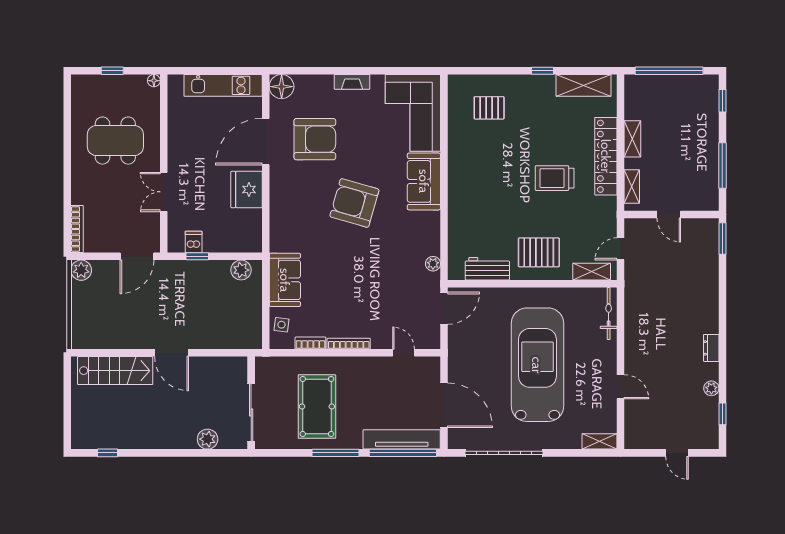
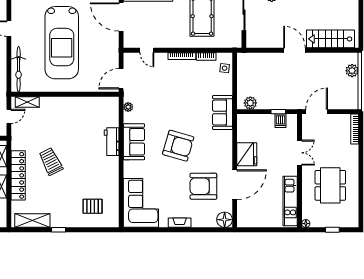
kitchen unit: (223, 85) -> (290, 201), moved, turned -90
dining table: (115, 141) -> (330, 185), turned 90
trolley: (555, 178) -> (51, 161), turned -117
sofa: (424, 181) -> (134, 142), moved
pallet: (539, 252) -> (61, 114), removed
workbench: (487, 269) -> (112, 142), moved, turned 90
plant: (81, 270) -> (352, 71), moved
sofa: (285, 280) -> (222, 113), moved
bicycle: (609, 313) -> (19, 69), width x1.37, depth x1.40

